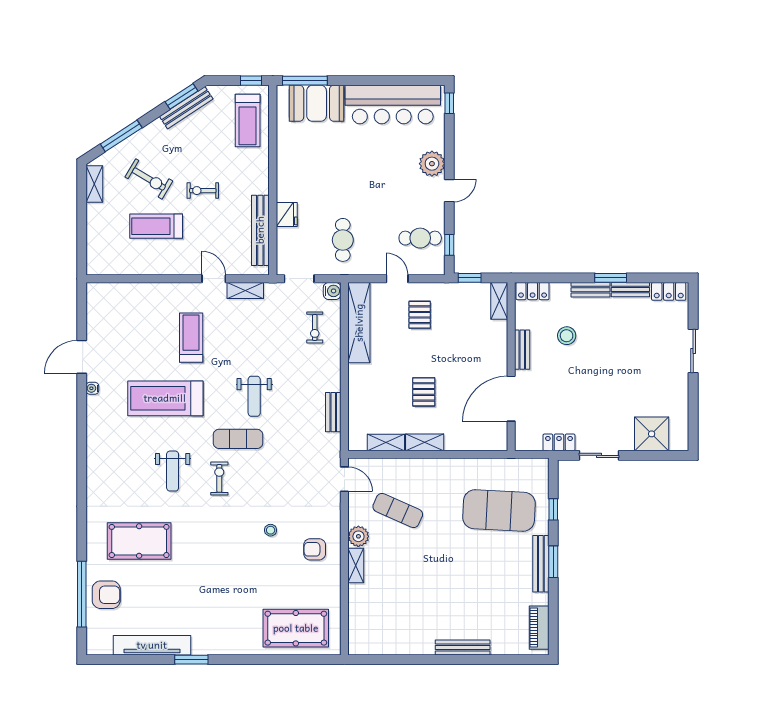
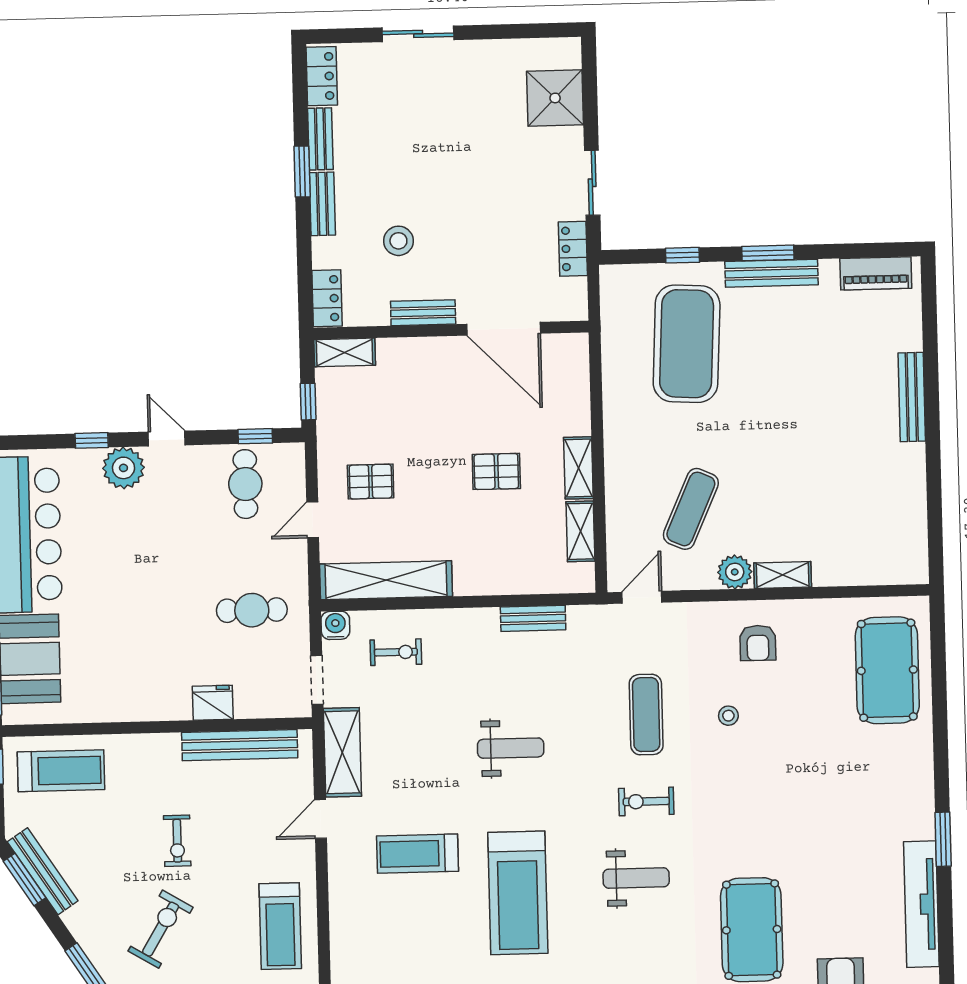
window: (449, 103) -> (92, 440), moved
treadmill: (156, 226) -> (280, 926), moved
shelving: (245, 290) -> (342, 752), width x1.50, depth x1.33
exercise mat: (238, 439) -> (646, 715), moved

